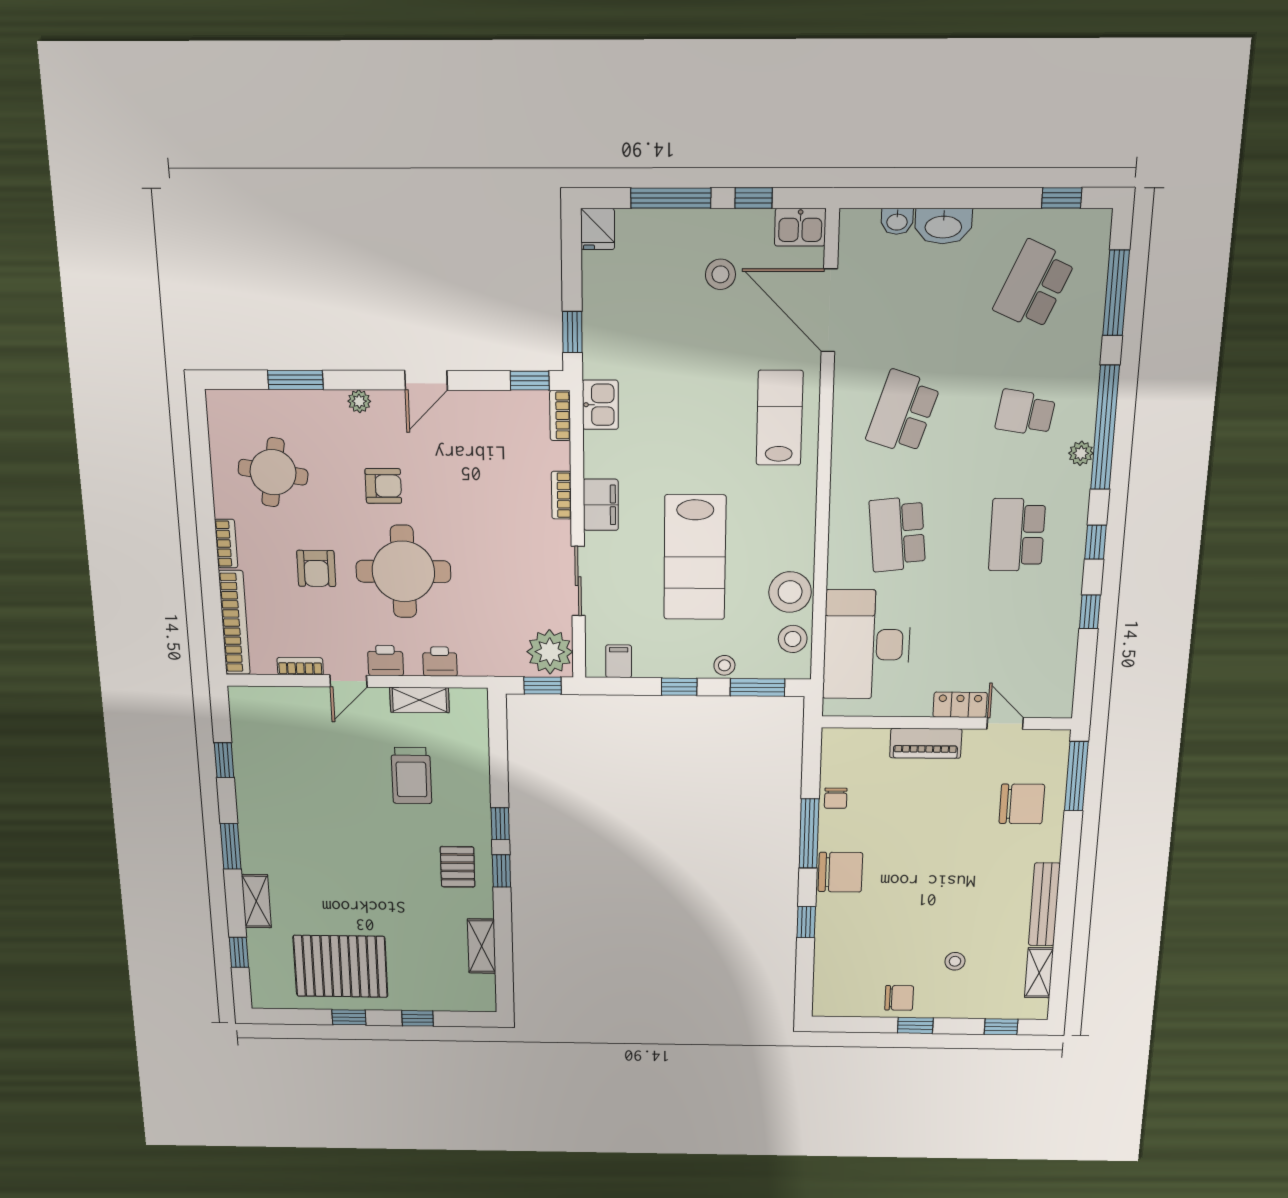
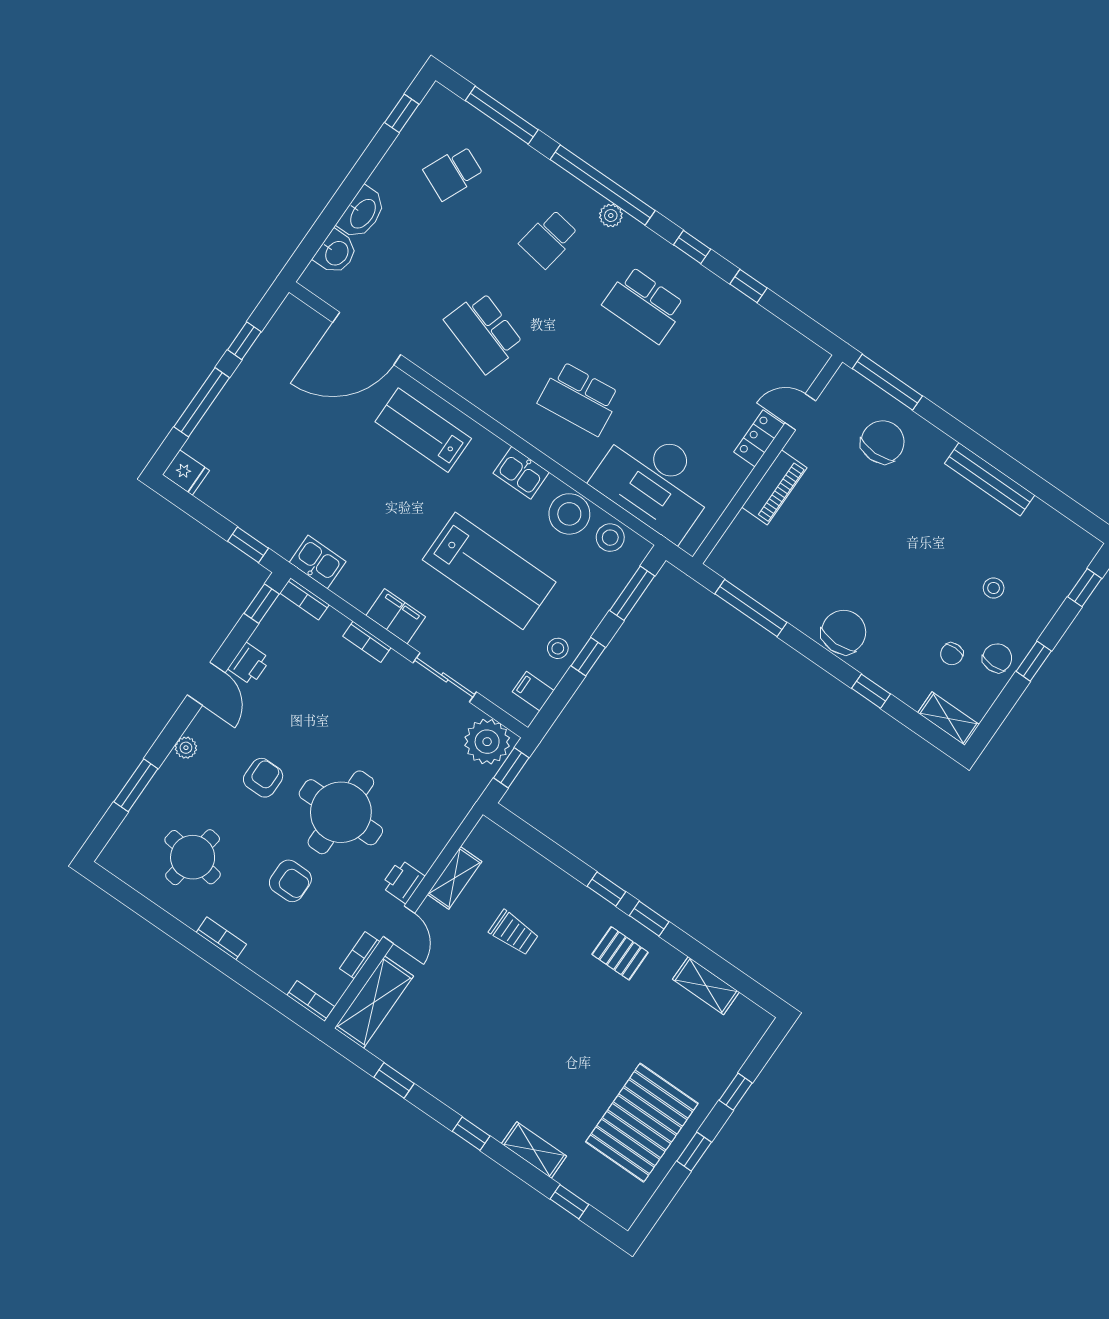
washbasin: (897, 221) -> (336, 253), width x1.38, depth x1.45
kitchen sink: (800, 227) -> (521, 473), moved, turned 90
stool: (720, 274) -> (283, 403), removed
school desk: (1034, 285) -> (454, 173), width x0.54
bookcase: (234, 623) -> (311, 1001), width x0.43, depth x0.76
printer: (440, 662) -> (249, 664), moved, turned 180
stool: (724, 665) -> (558, 648), moved
shelving: (272, 703) -> (374, 1002), added
trolley: (411, 775) -> (514, 933), width x0.73, depth x0.72
chair: (836, 798) -> (952, 654), moved, turned 90
window: (809, 834) -> (751, 608), moved
window: (231, 846) -> (471, 1134), width x0.67
shelving: (1039, 973) -> (948, 719), moved

